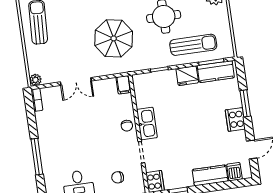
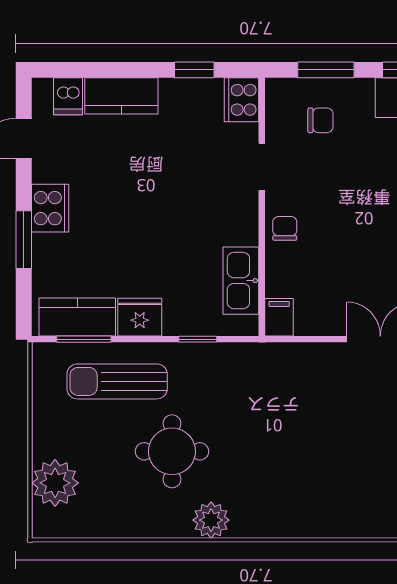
parasol: (114, 38) -> (286, 420), removed
kitchen sink: (147, 124) -> (241, 281), moved

